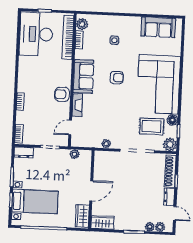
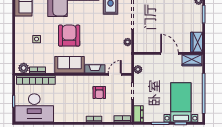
armchair: (117, 78) -> (69, 36), width x1.88, depth x1.88
armchair: (62, 94) -> (99, 93), moved
door: (70, 128) -> (115, 74), swing flipped

